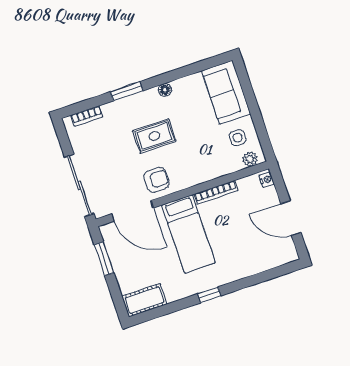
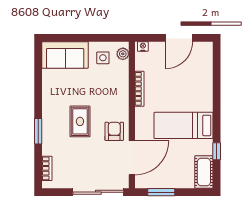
floor lamp: (165, 90) -> (47, 101), removed
bed: (188, 234) -> (184, 125), moved, turned 180
window: (209, 295) -> (217, 151), moved

